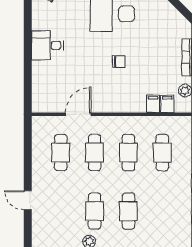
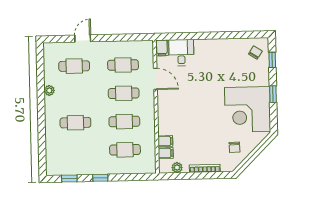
desk: (47, 45) -> (181, 53), moved
chair: (119, 62) -> (234, 147), moved
filing cabinet: (41, 106) -> (162, 48), added
cafe table: (95, 211) -> (74, 66), moved

